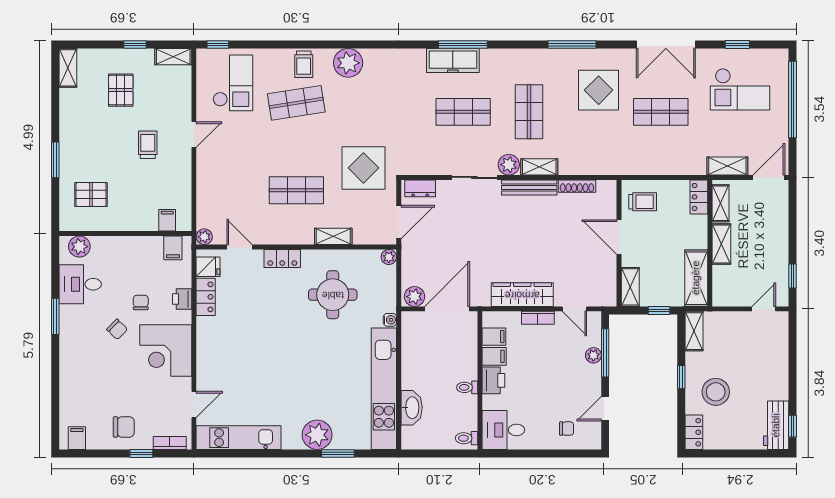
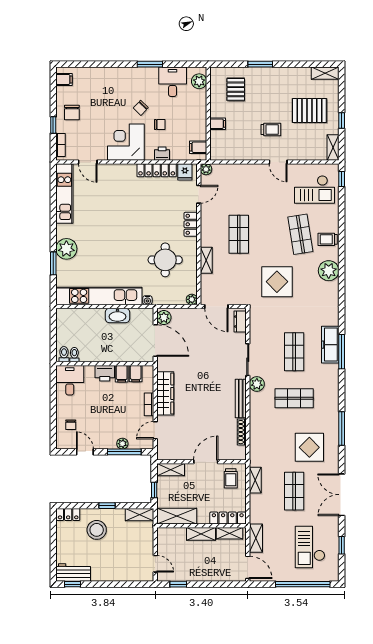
pallet: (121, 90) -> (309, 110), width x1.50, depth x1.42
shelving: (539, 167) -> (255, 480), moved
display table: (363, 168) -> (277, 282), moved
locker: (699, 197) -> (228, 518), width x1.53
filing cabinet: (167, 220) -> (218, 124), moved
locker: (206, 297) -> (157, 170), width x1.53
toilet: (467, 387) -> (74, 355), moved
washbasin: (412, 408) -> (117, 315), moved

